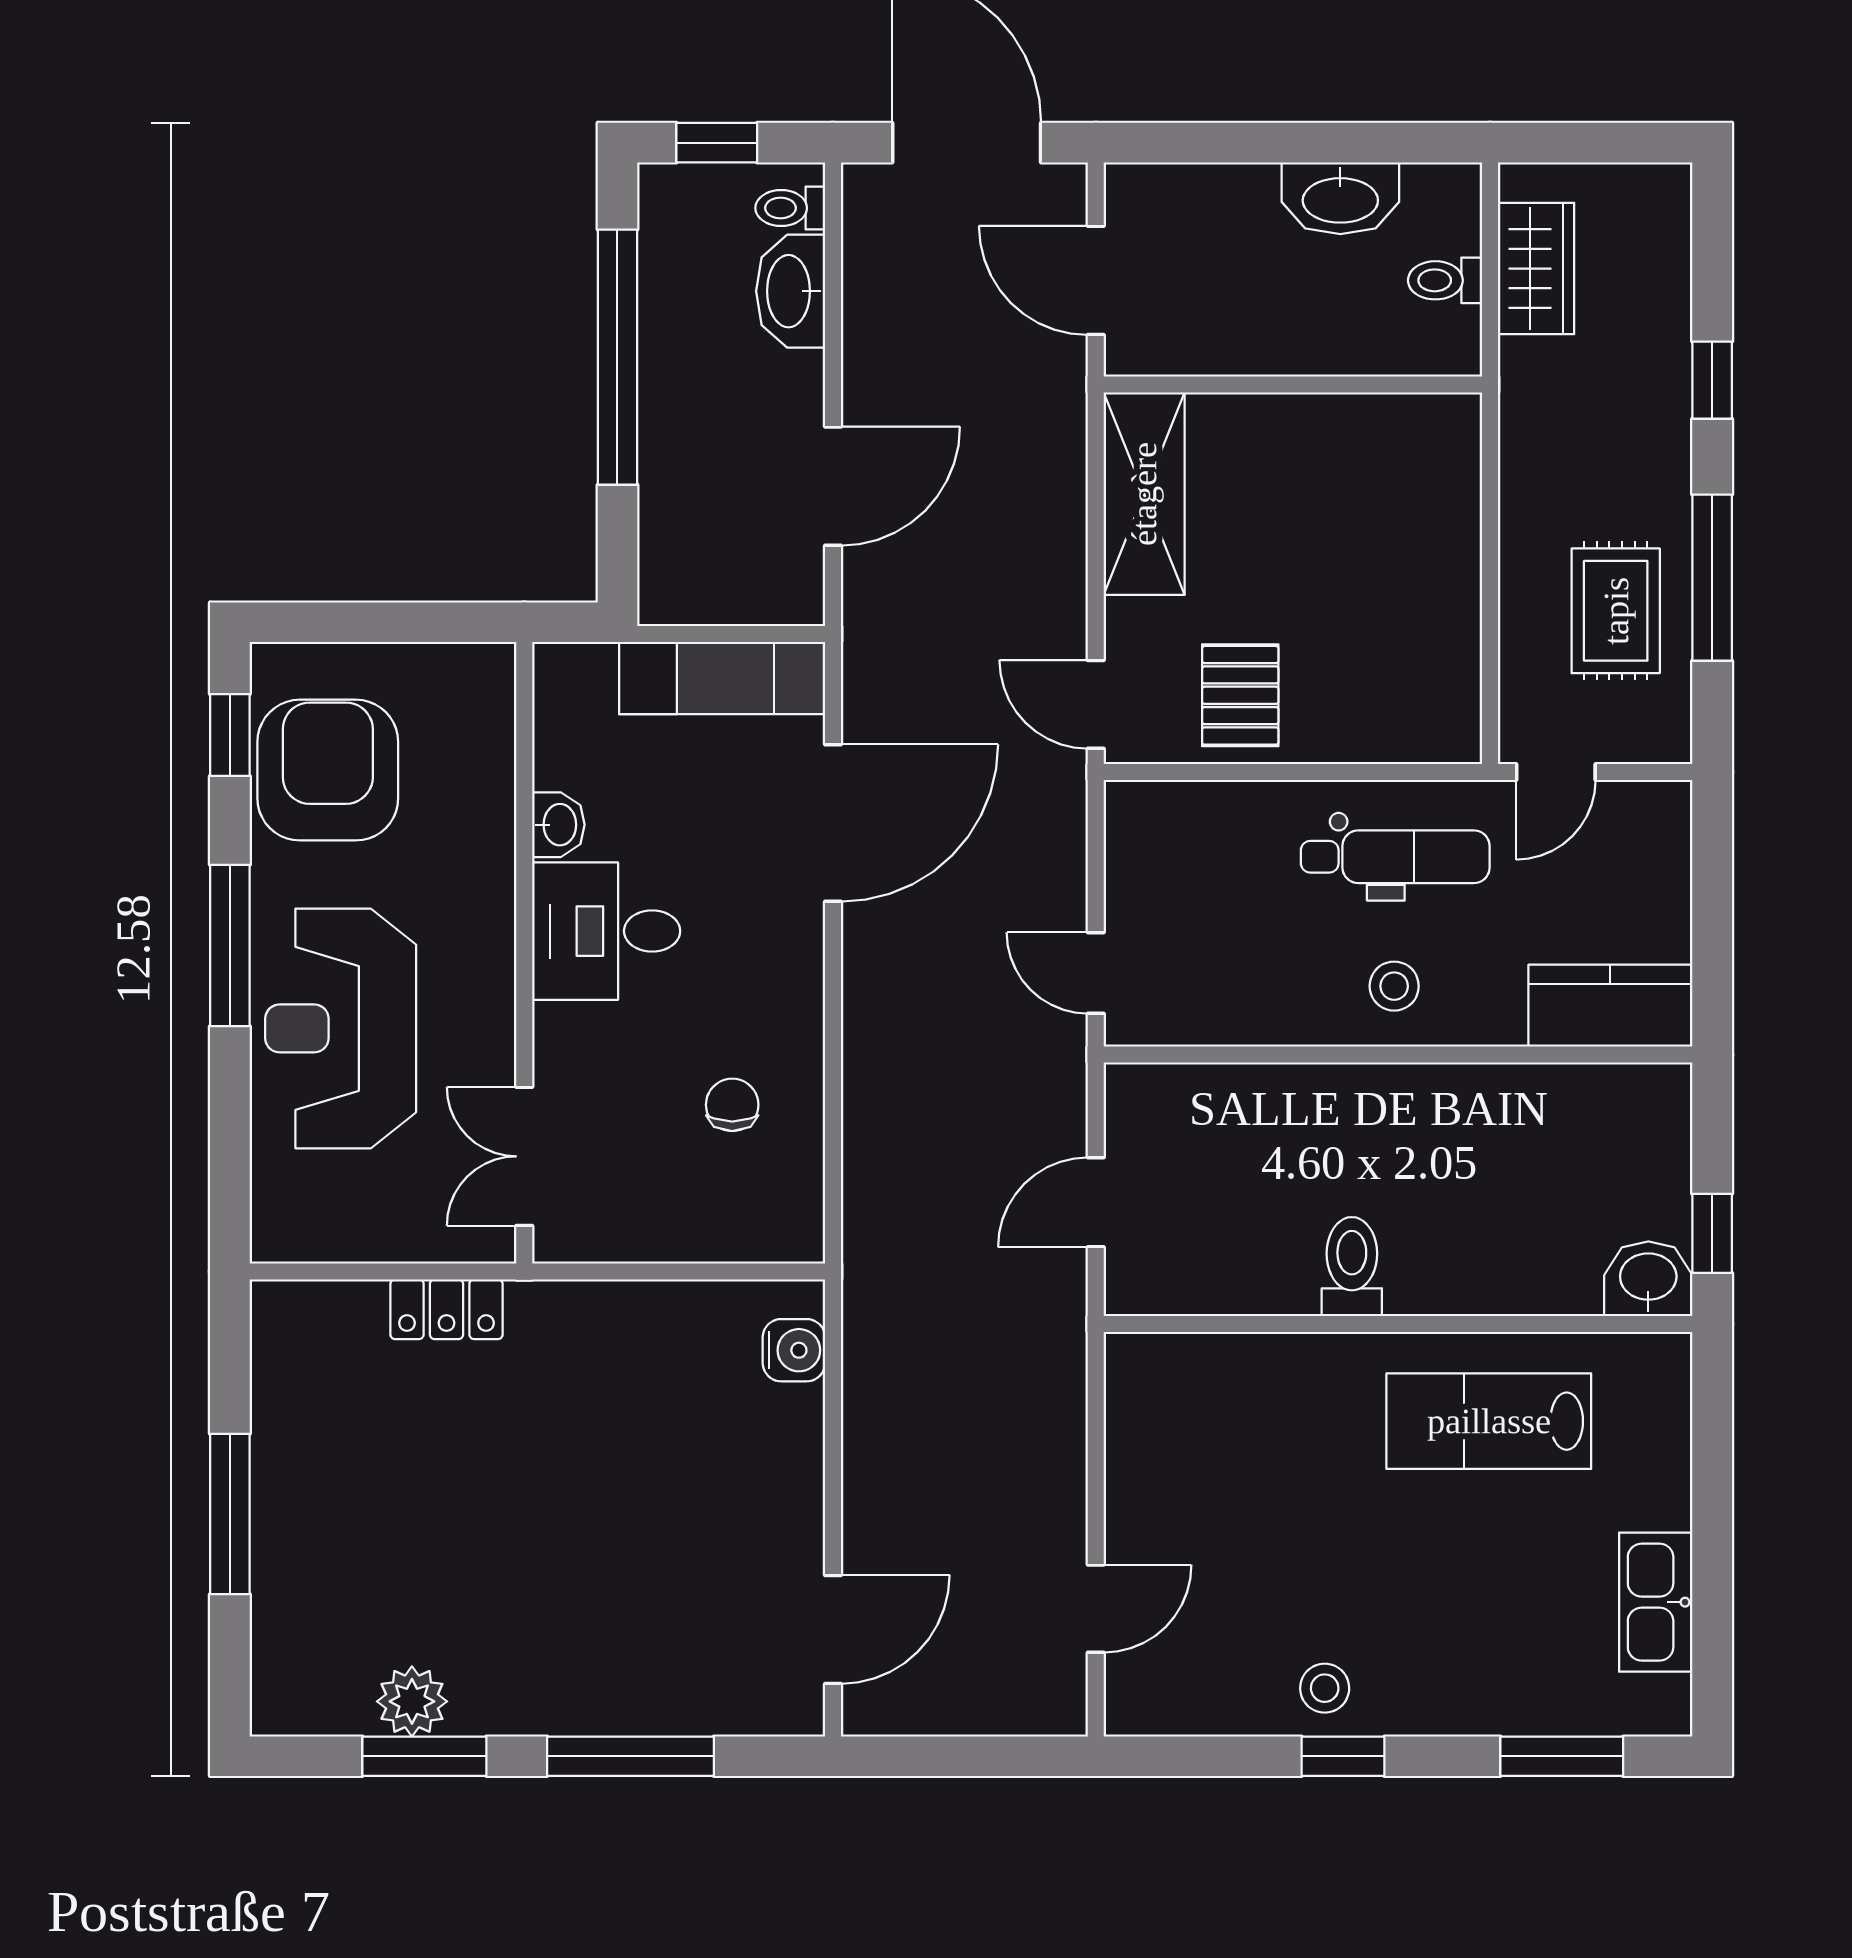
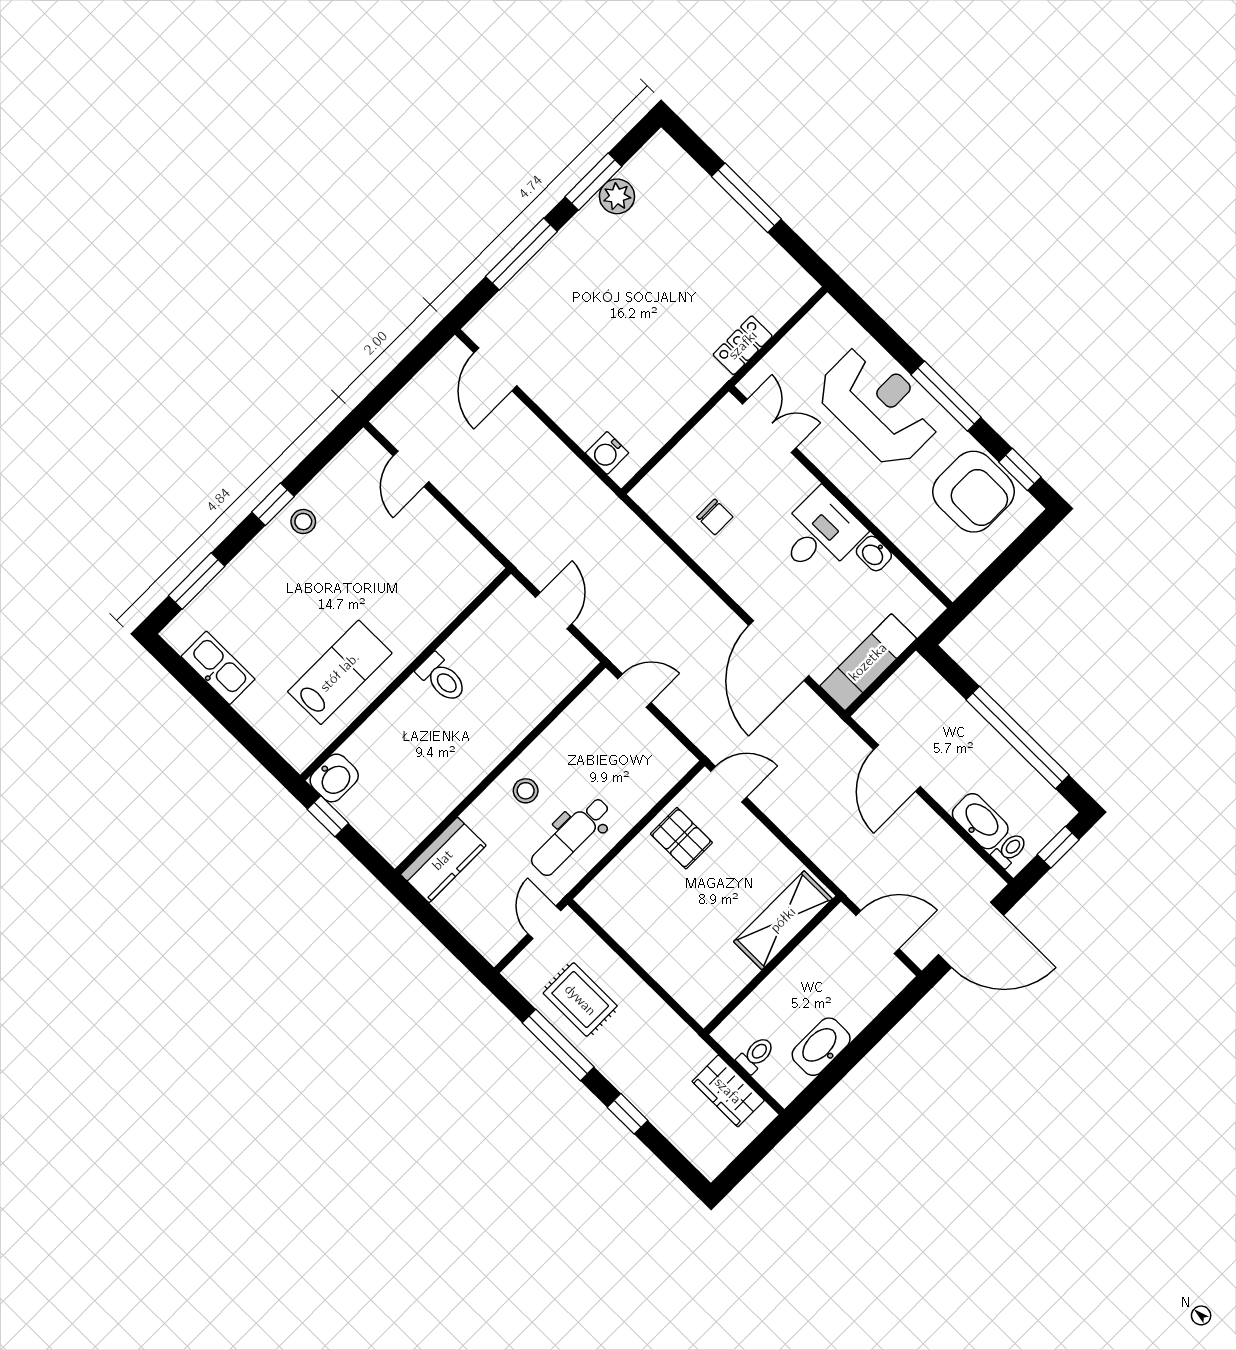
shelving: (1144, 494) -> (783, 920), moved, turned 90

